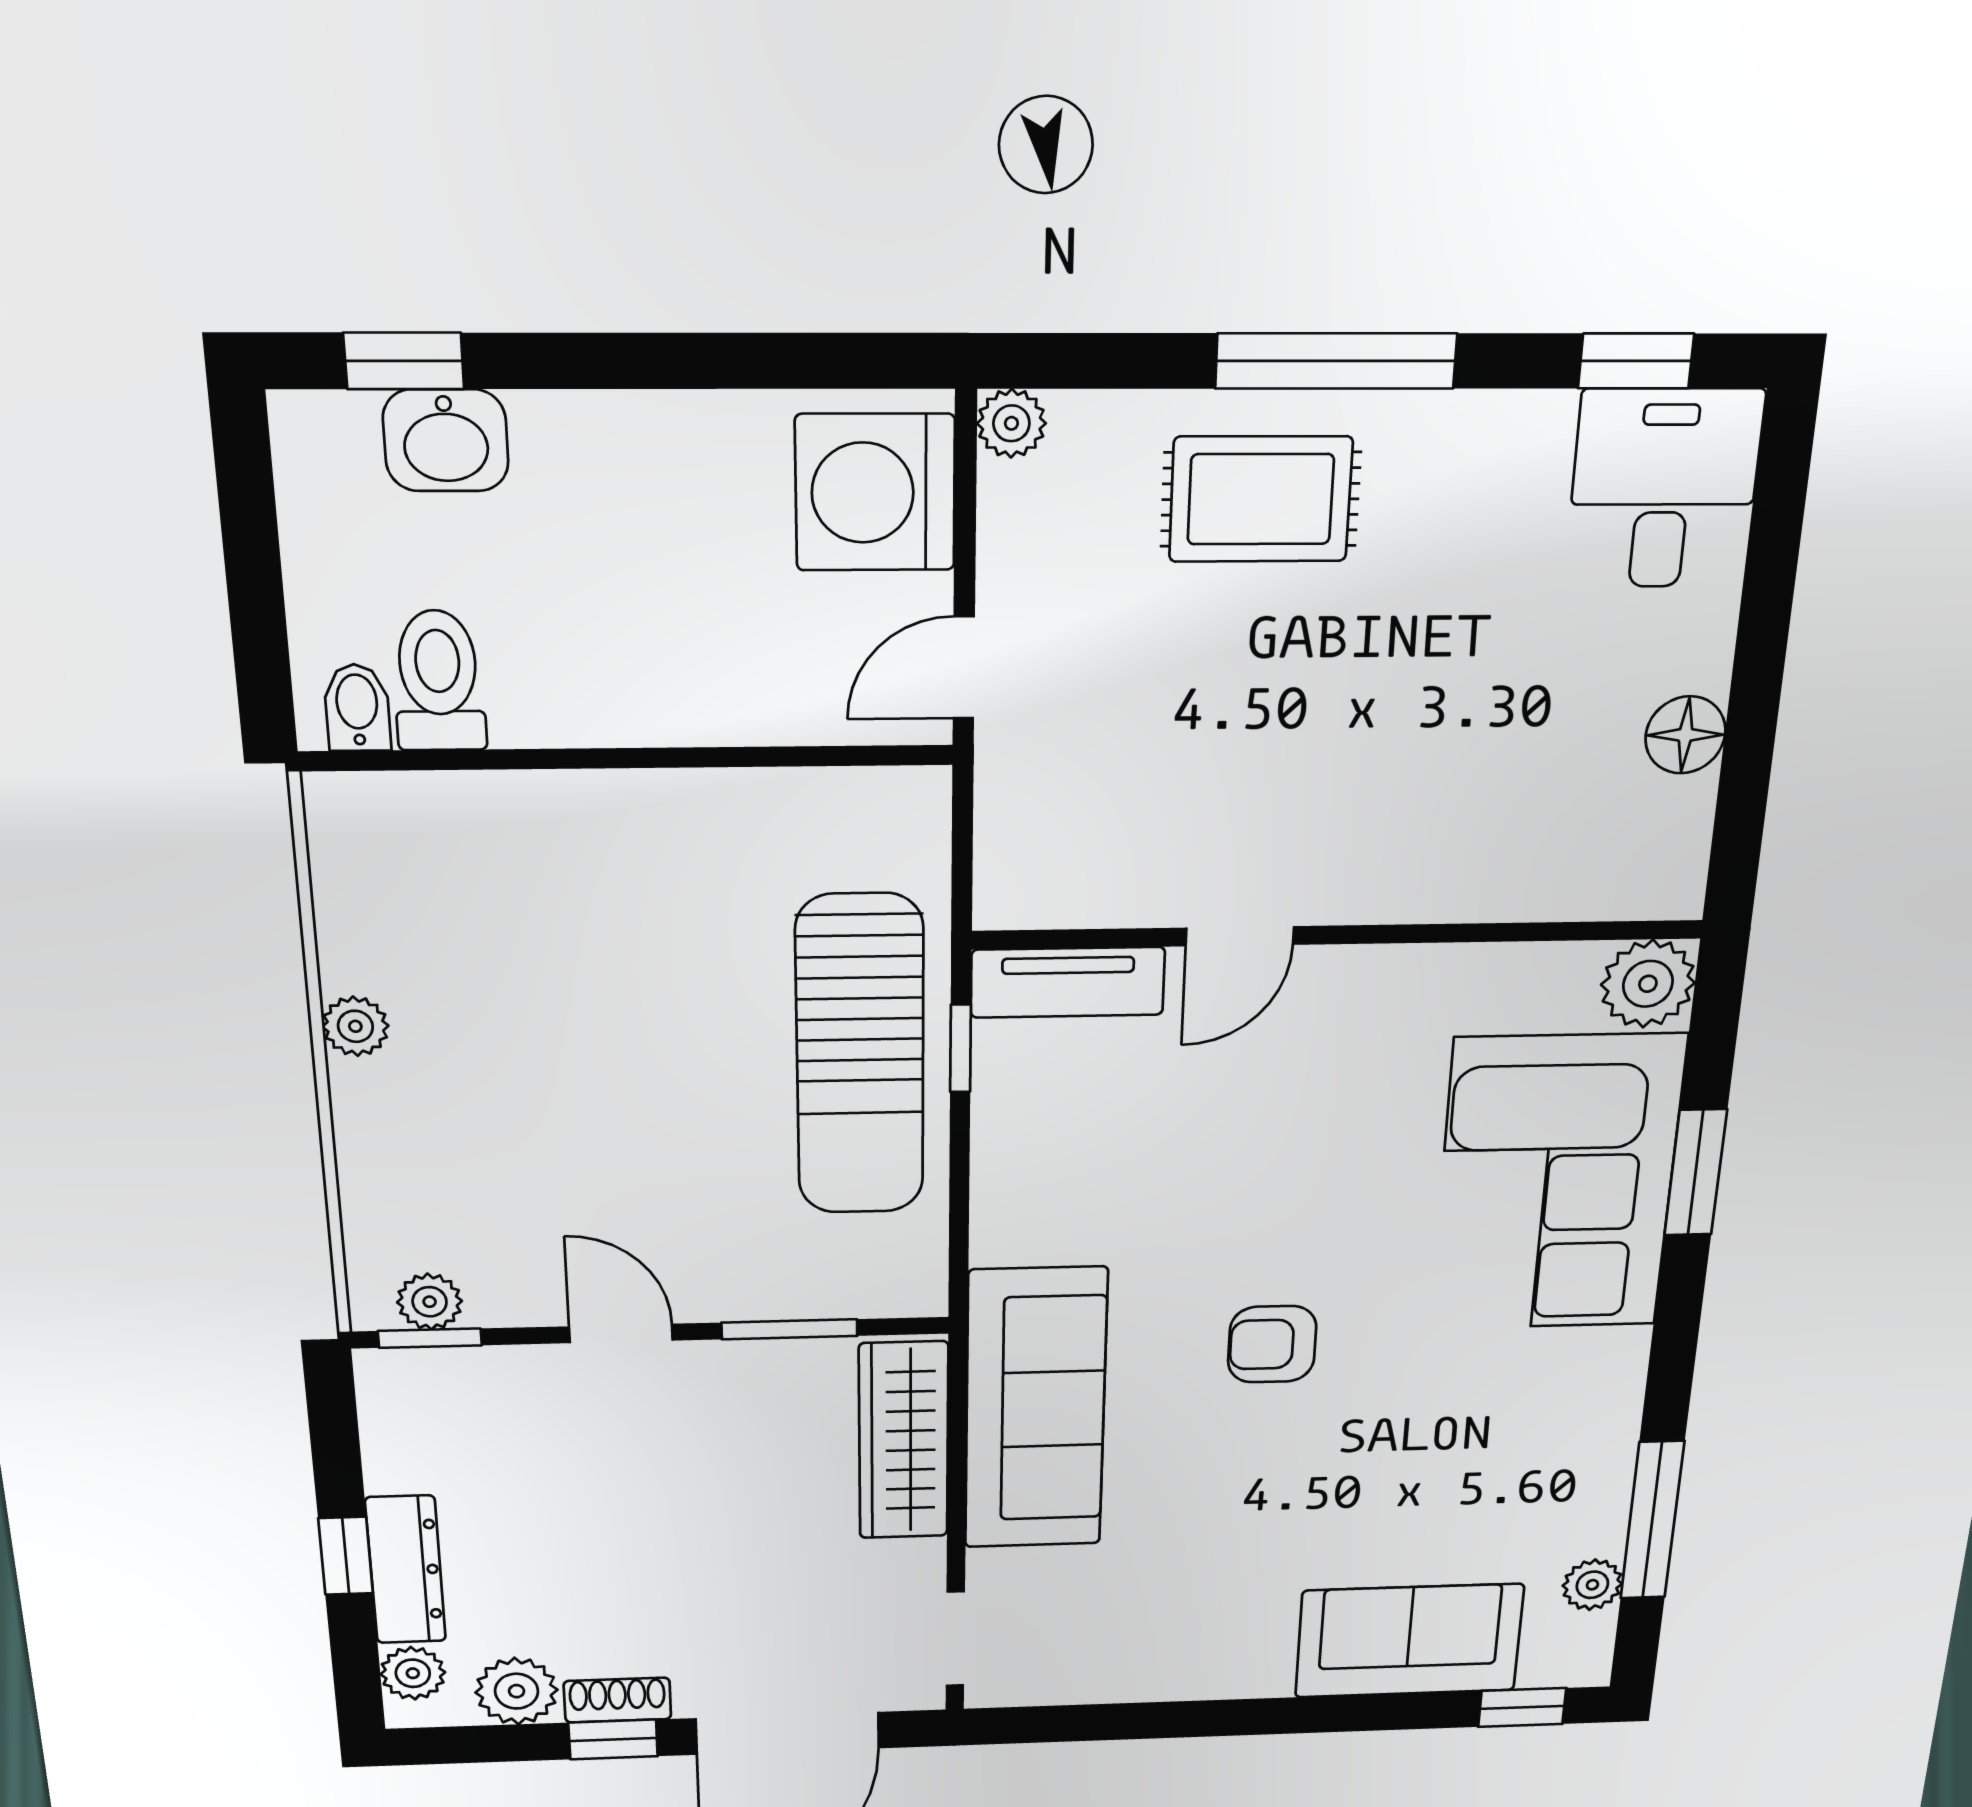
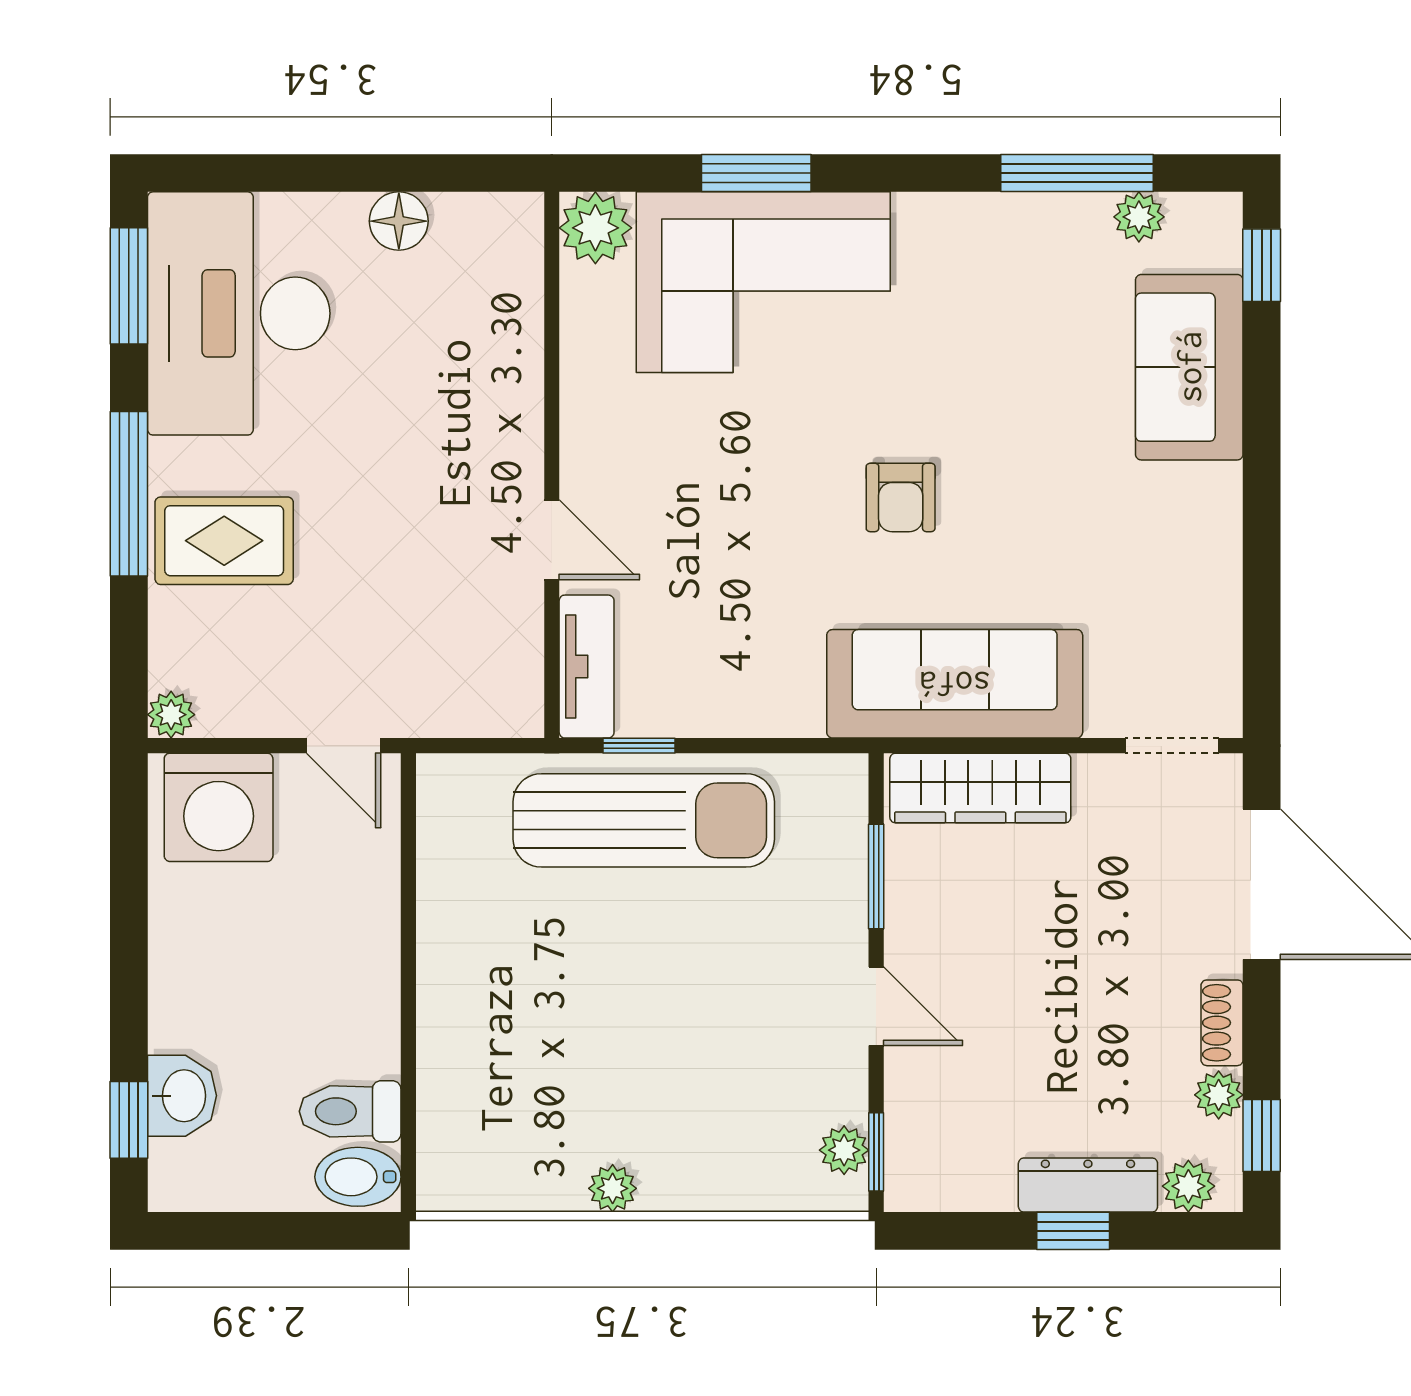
window: (1636, 361) -> (129, 286), width x1.50
desk: (1664, 489) -> (239, 313), width x1.87, depth x1.30
rug: (1261, 499) -> (224, 541), turned 90
bidet: (357, 708) -> (358, 1177), width x1.38, depth x1.36
door: (621, 1333) -> (876, 1006), swing flipped
plant: (517, 1691) -> (1219, 1095), width x0.73, depth x0.73
window: (613, 1739) -> (1262, 1135), moved

